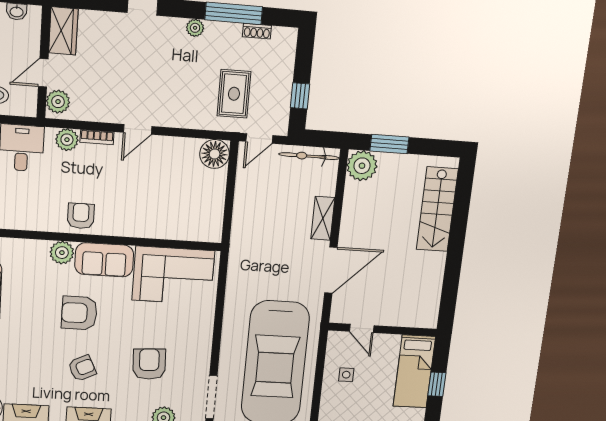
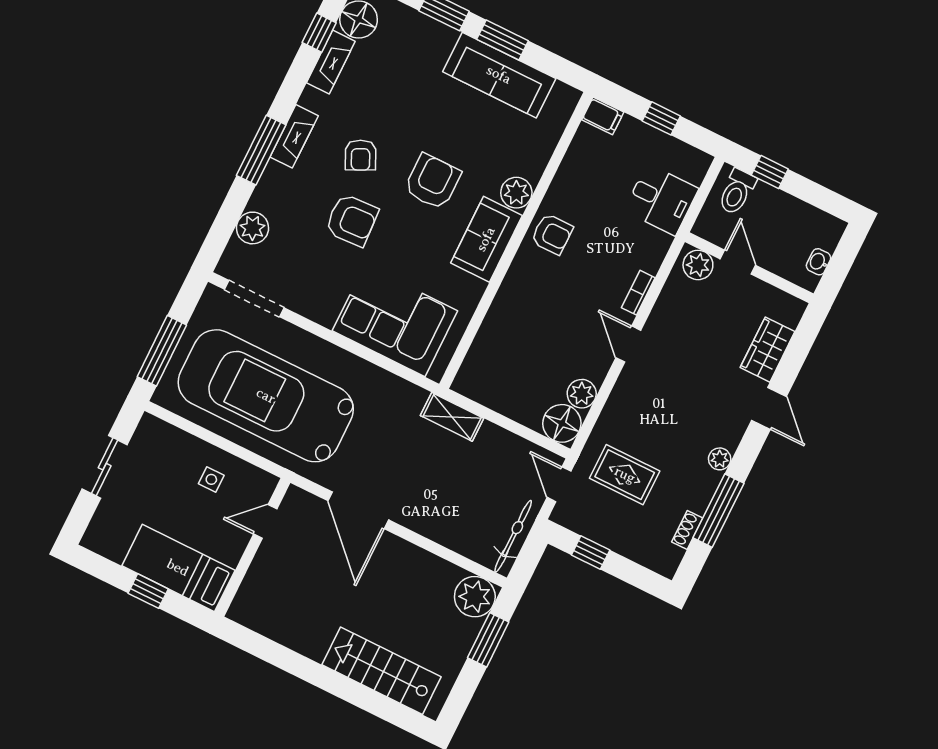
wardrobe: (63, 31) -> (768, 350), moved, turned 90
plant: (67, 140) -> (582, 394), moved
shelving: (323, 218) -> (452, 417), moved
corner sofa: (173, 275) -> (395, 321), moved, turned 90
armchair: (149, 364) -> (352, 220), moved

